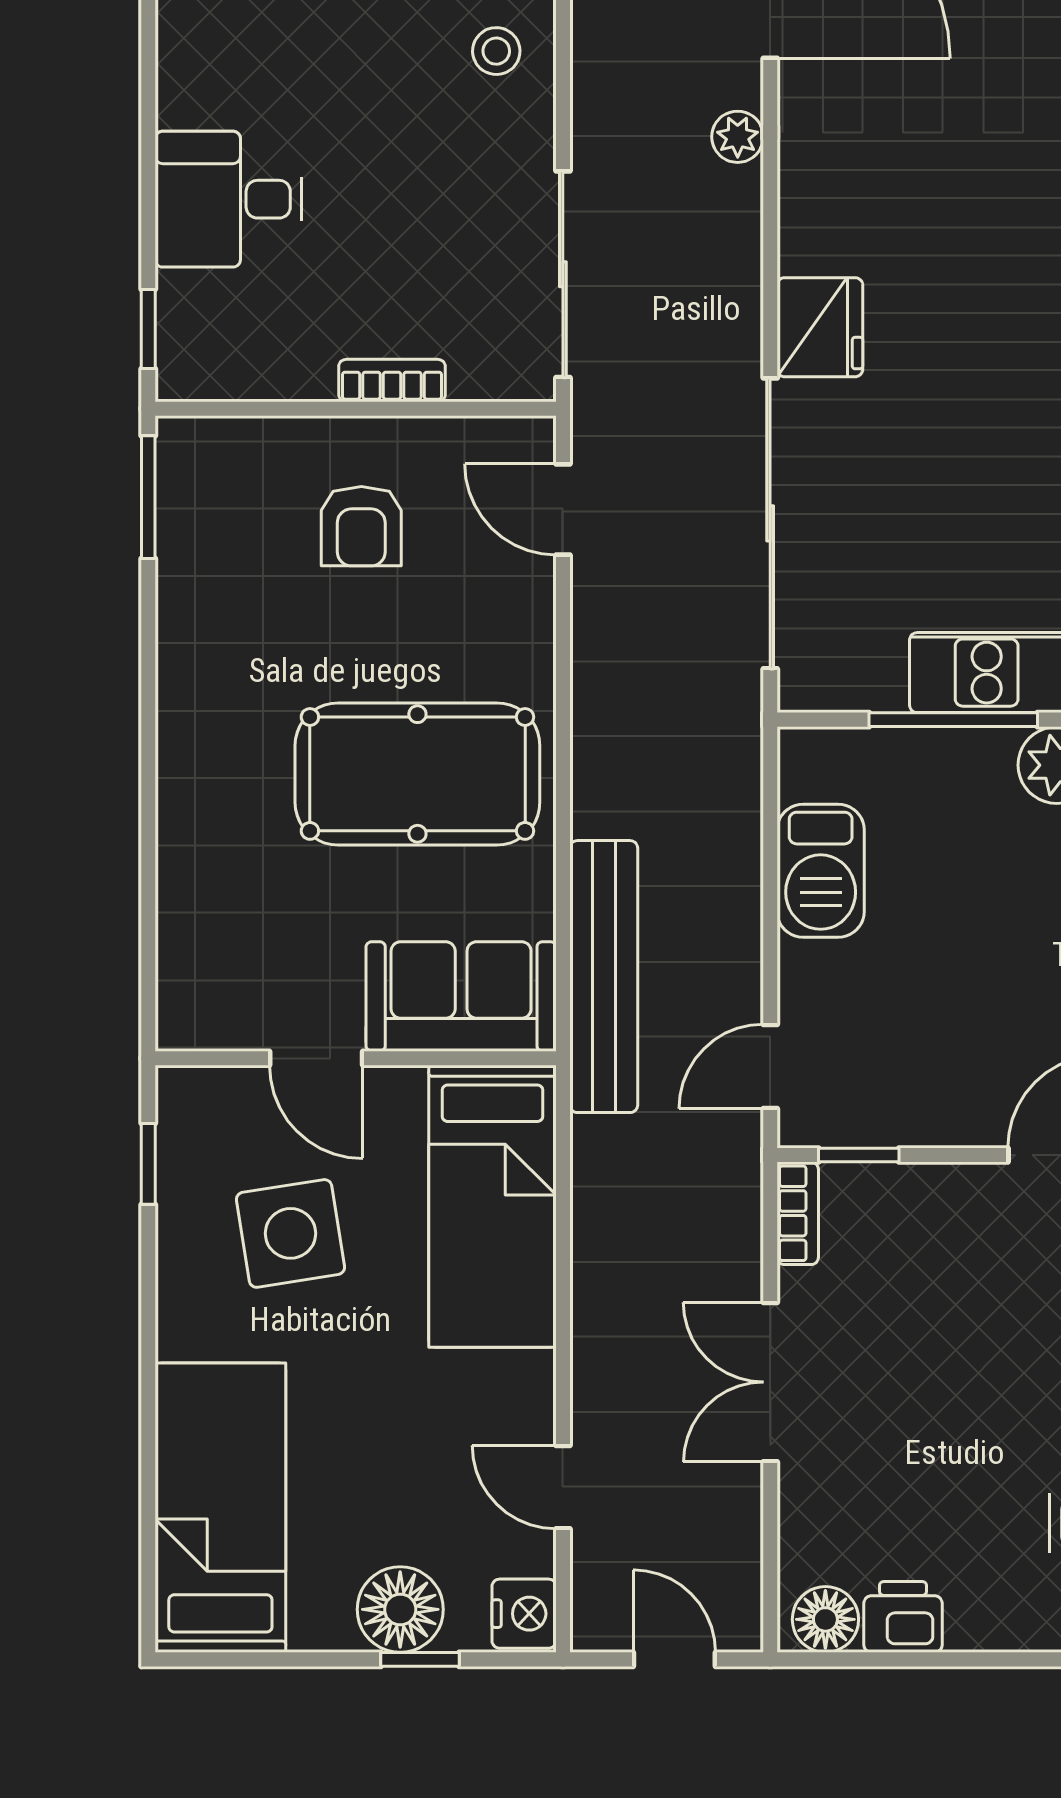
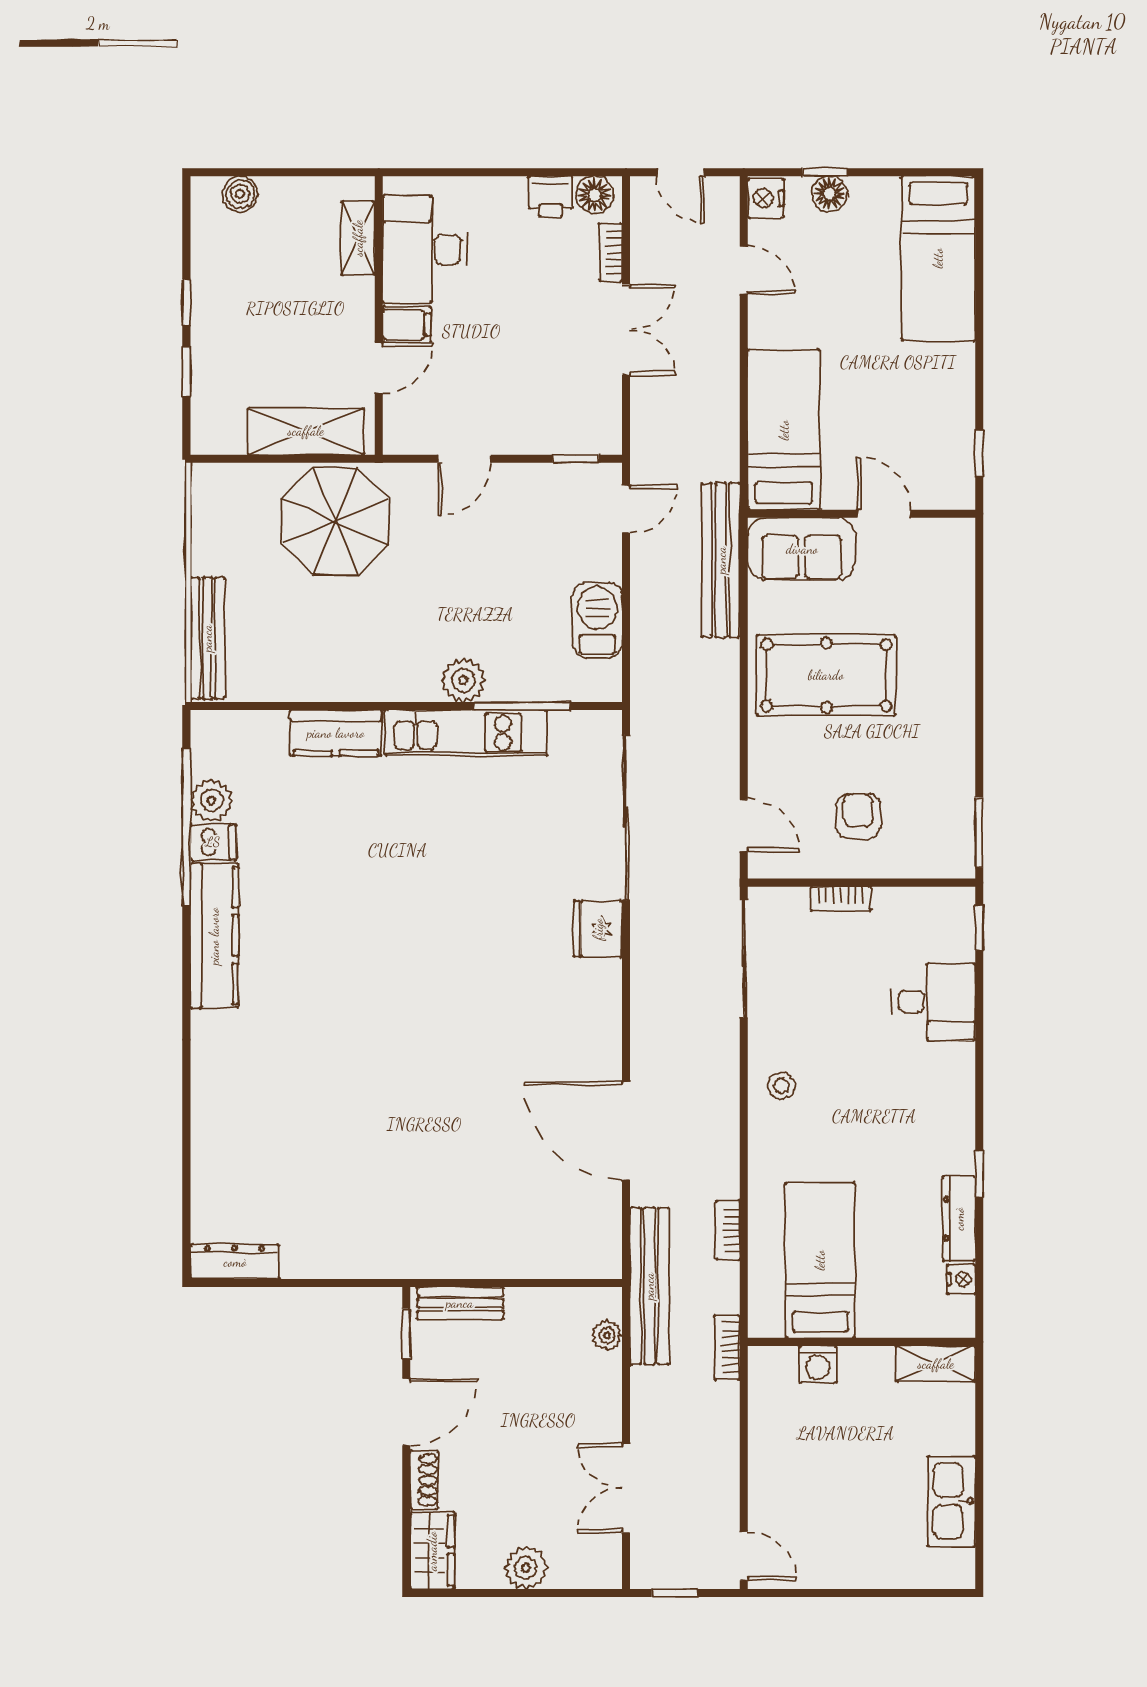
plant: (738, 137) -> (645, 1037), removed
bookcase: (798, 1213) -> (610, 252), moved
side table: (290, 1233) -> (898, 414), removed
floor lamp: (400, 1609) -> (829, 194), width x0.73, depth x0.73

